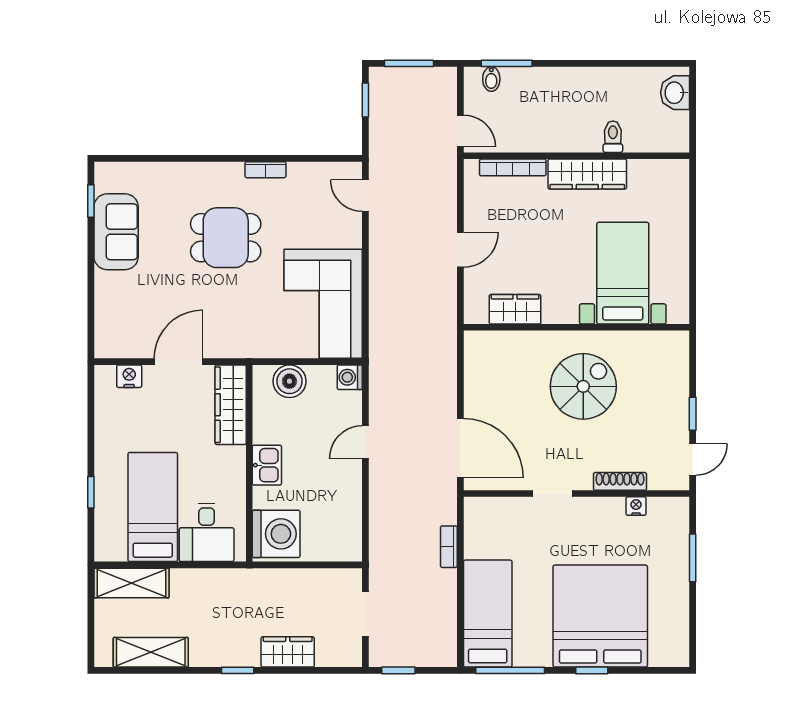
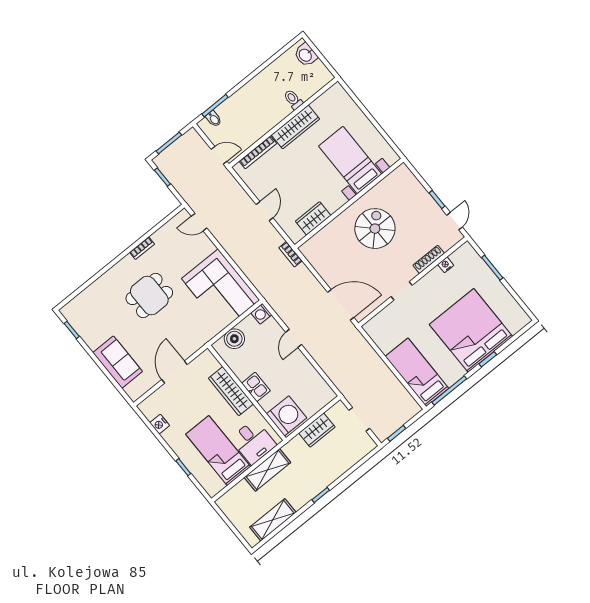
sofa: (116, 232) -> (118, 362), moved
nightstand: (129, 376) -> (160, 424), moved, turned -90
wardrobe: (231, 405) -> (231, 391), moved
bookcase: (449, 547) -> (291, 254), moved
shelving: (131, 583) -> (267, 470), moved
wardrobe: (288, 652) -> (317, 430), moved, turned 180

